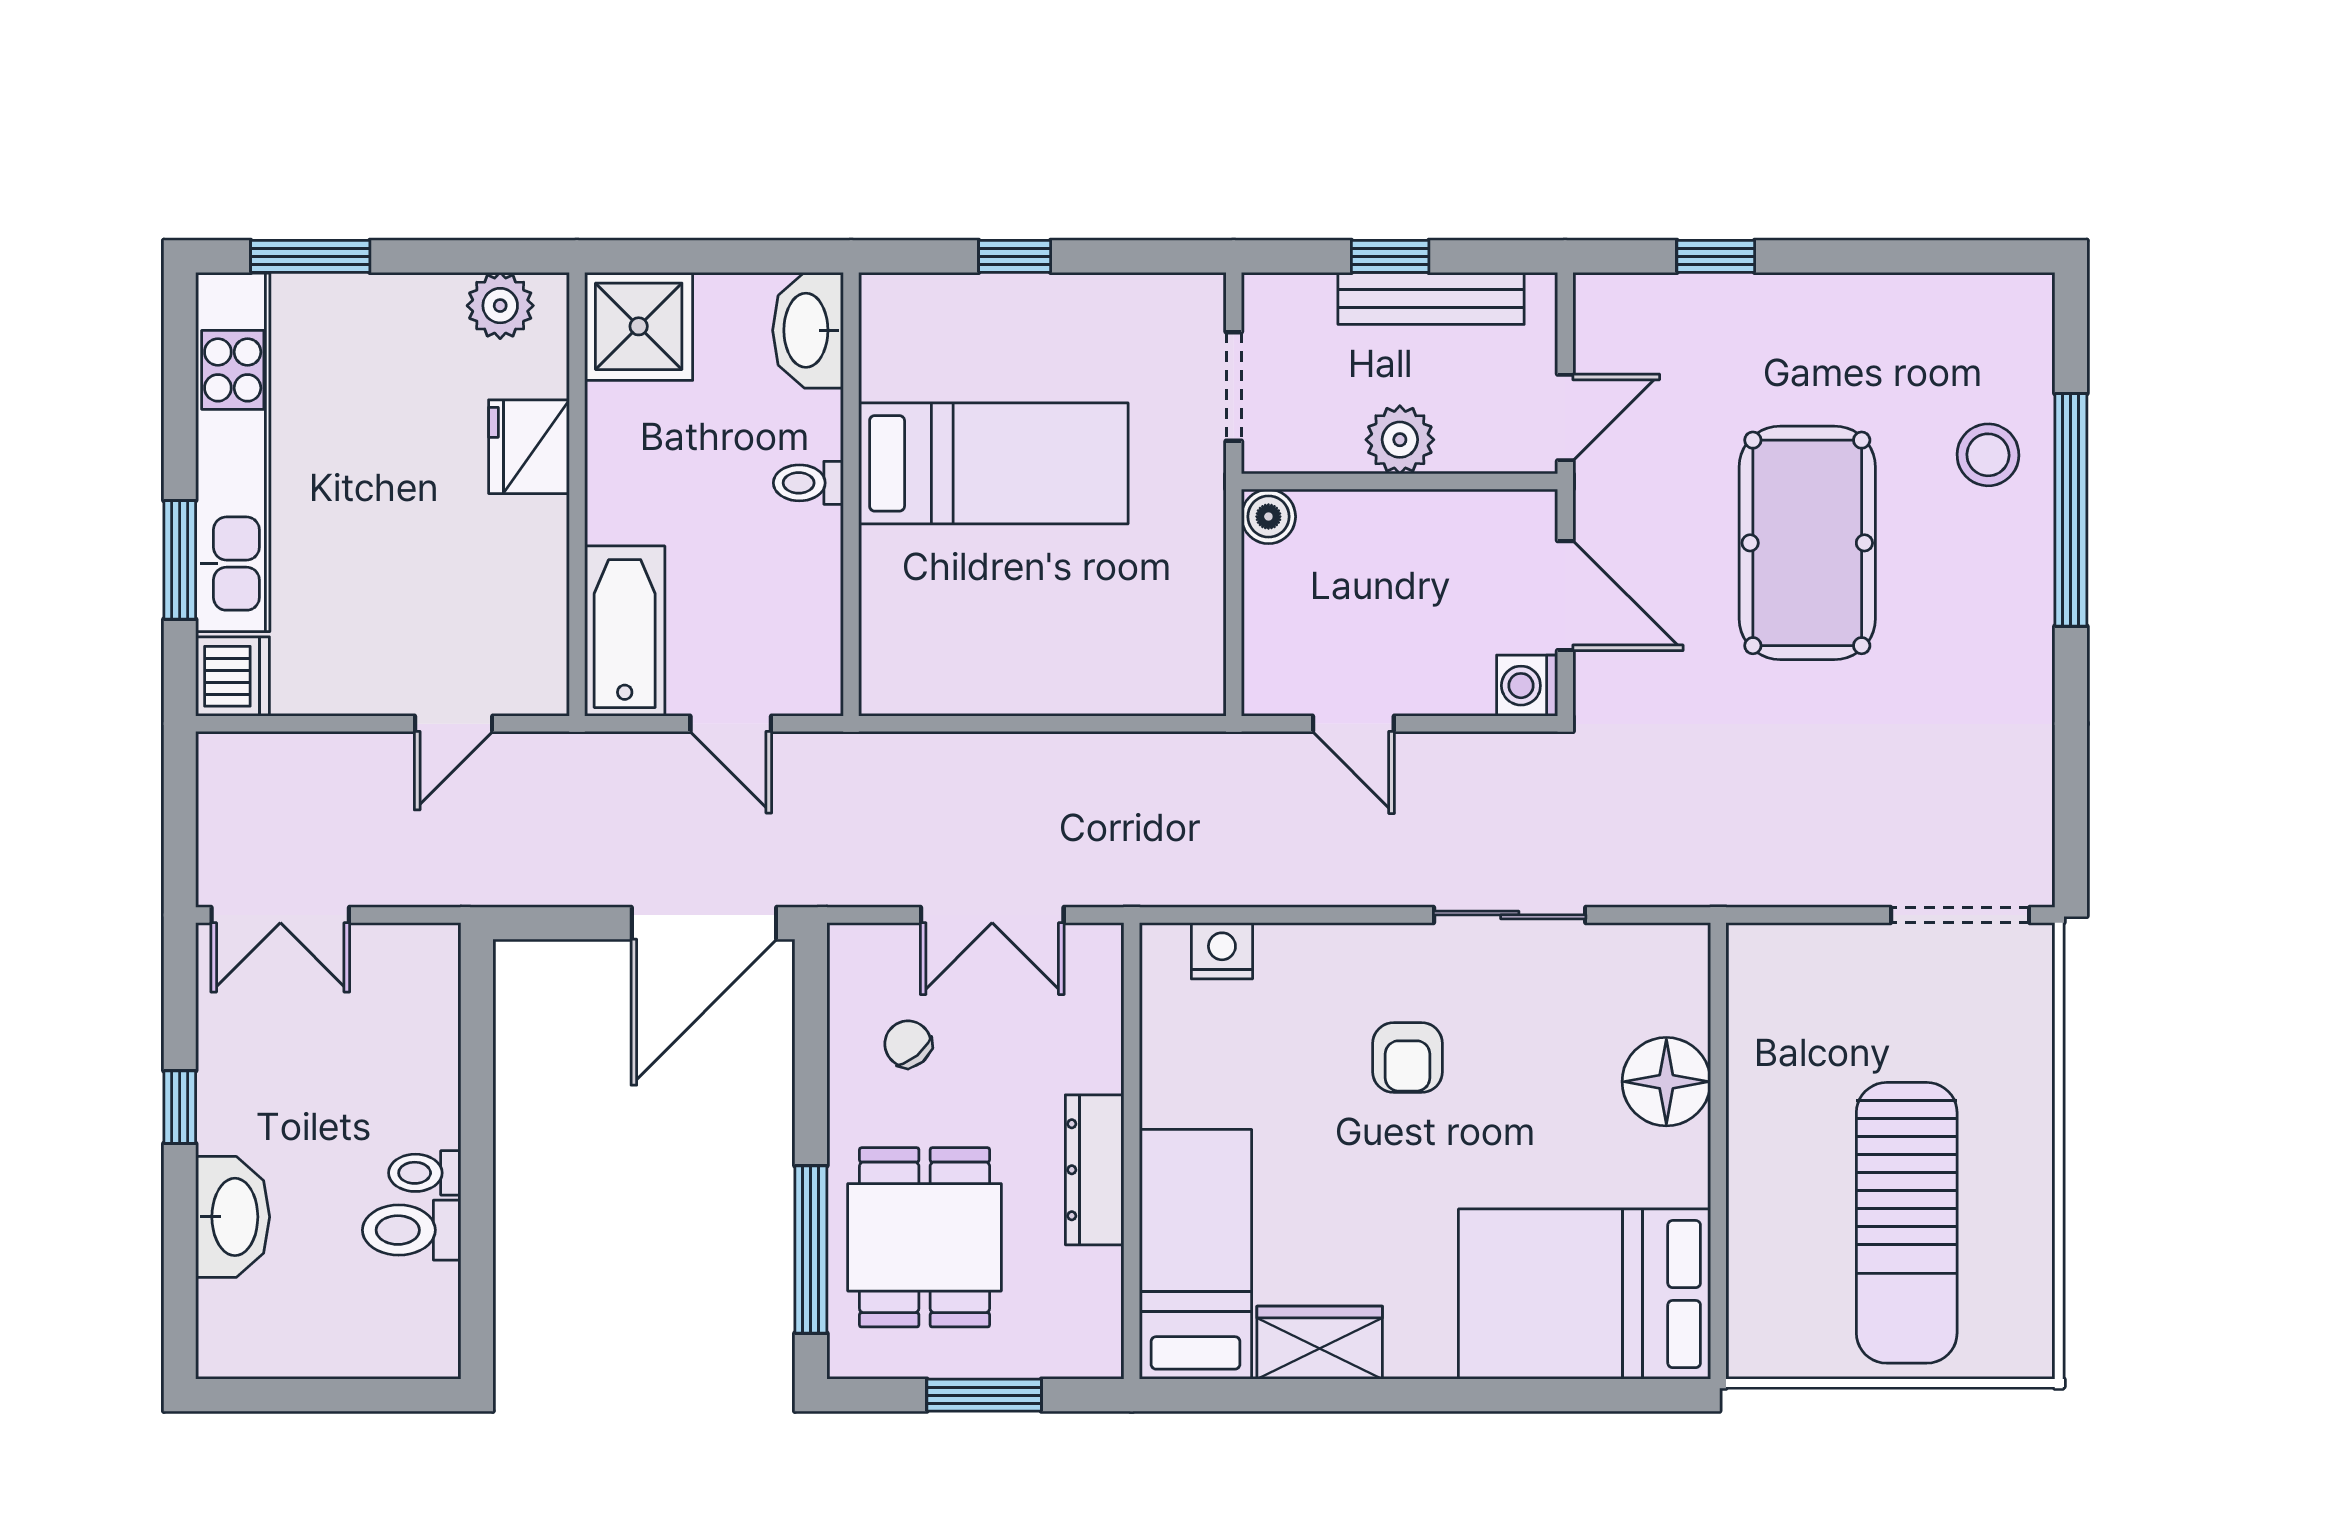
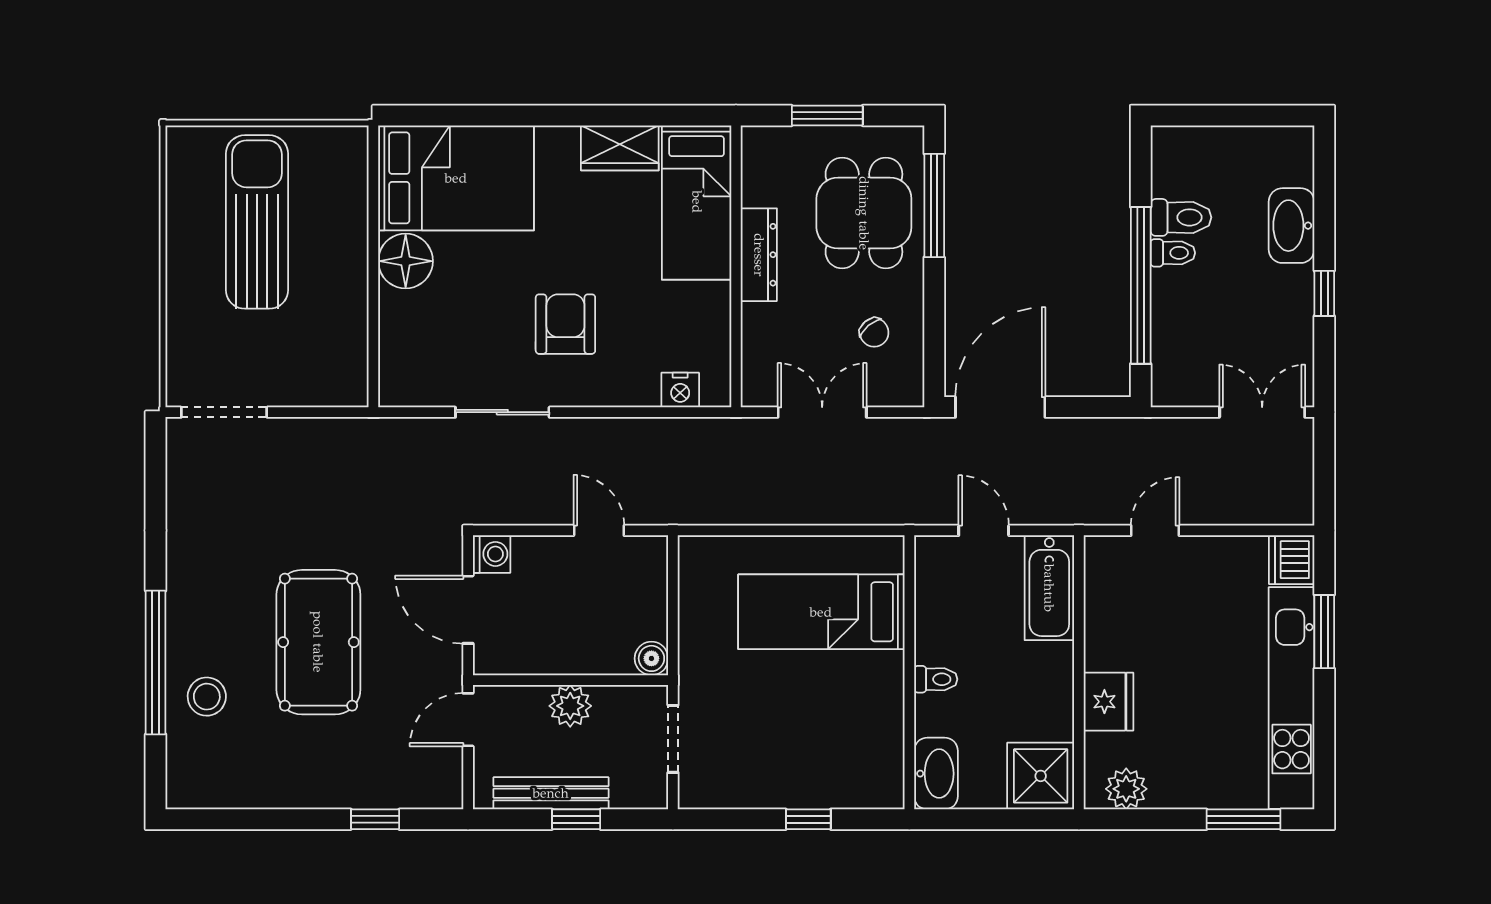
bed: (993, 463) -> (821, 612), moved
armchair: (1408, 1058) -> (565, 324), width x1.38, depth x1.38
floor lamp: (1666, 1082) -> (406, 261), moved
window: (477, 1120) -> (1141, 285), added

